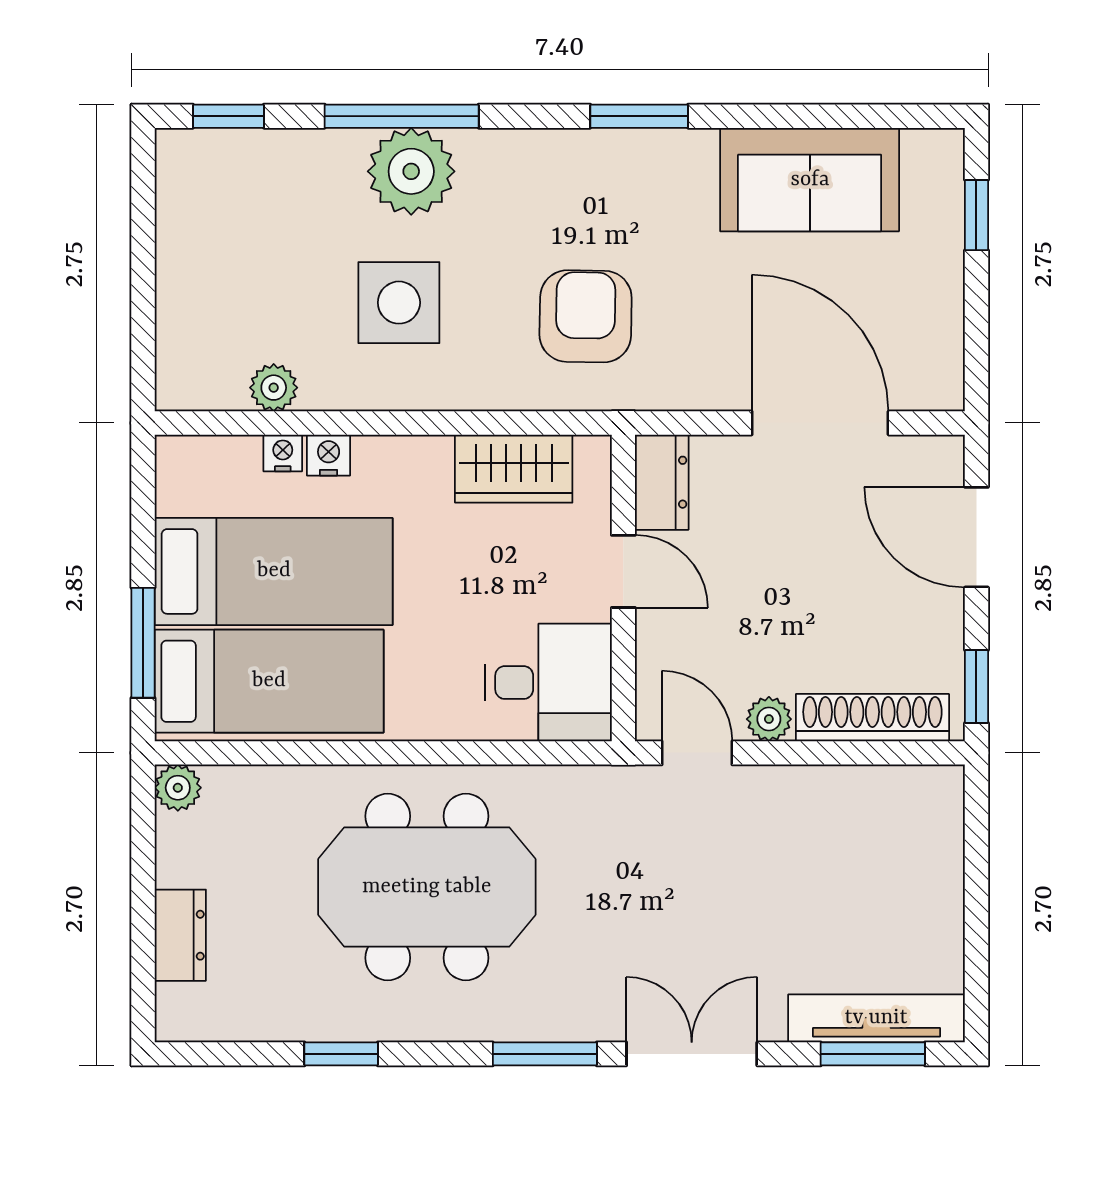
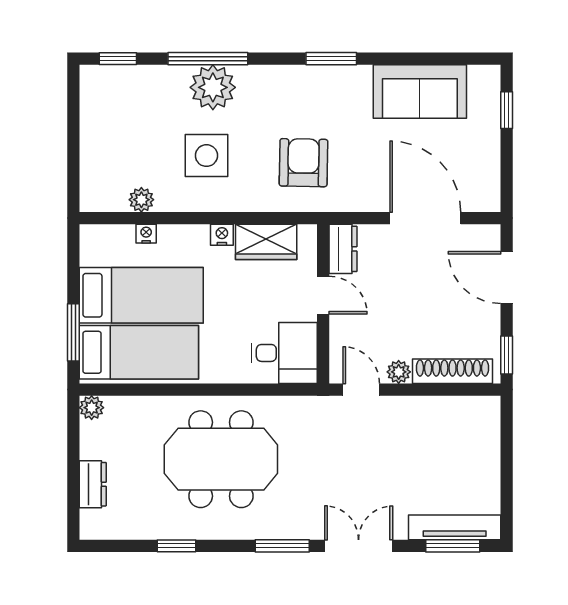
nightstand: (329, 455) -> (222, 235), moved

